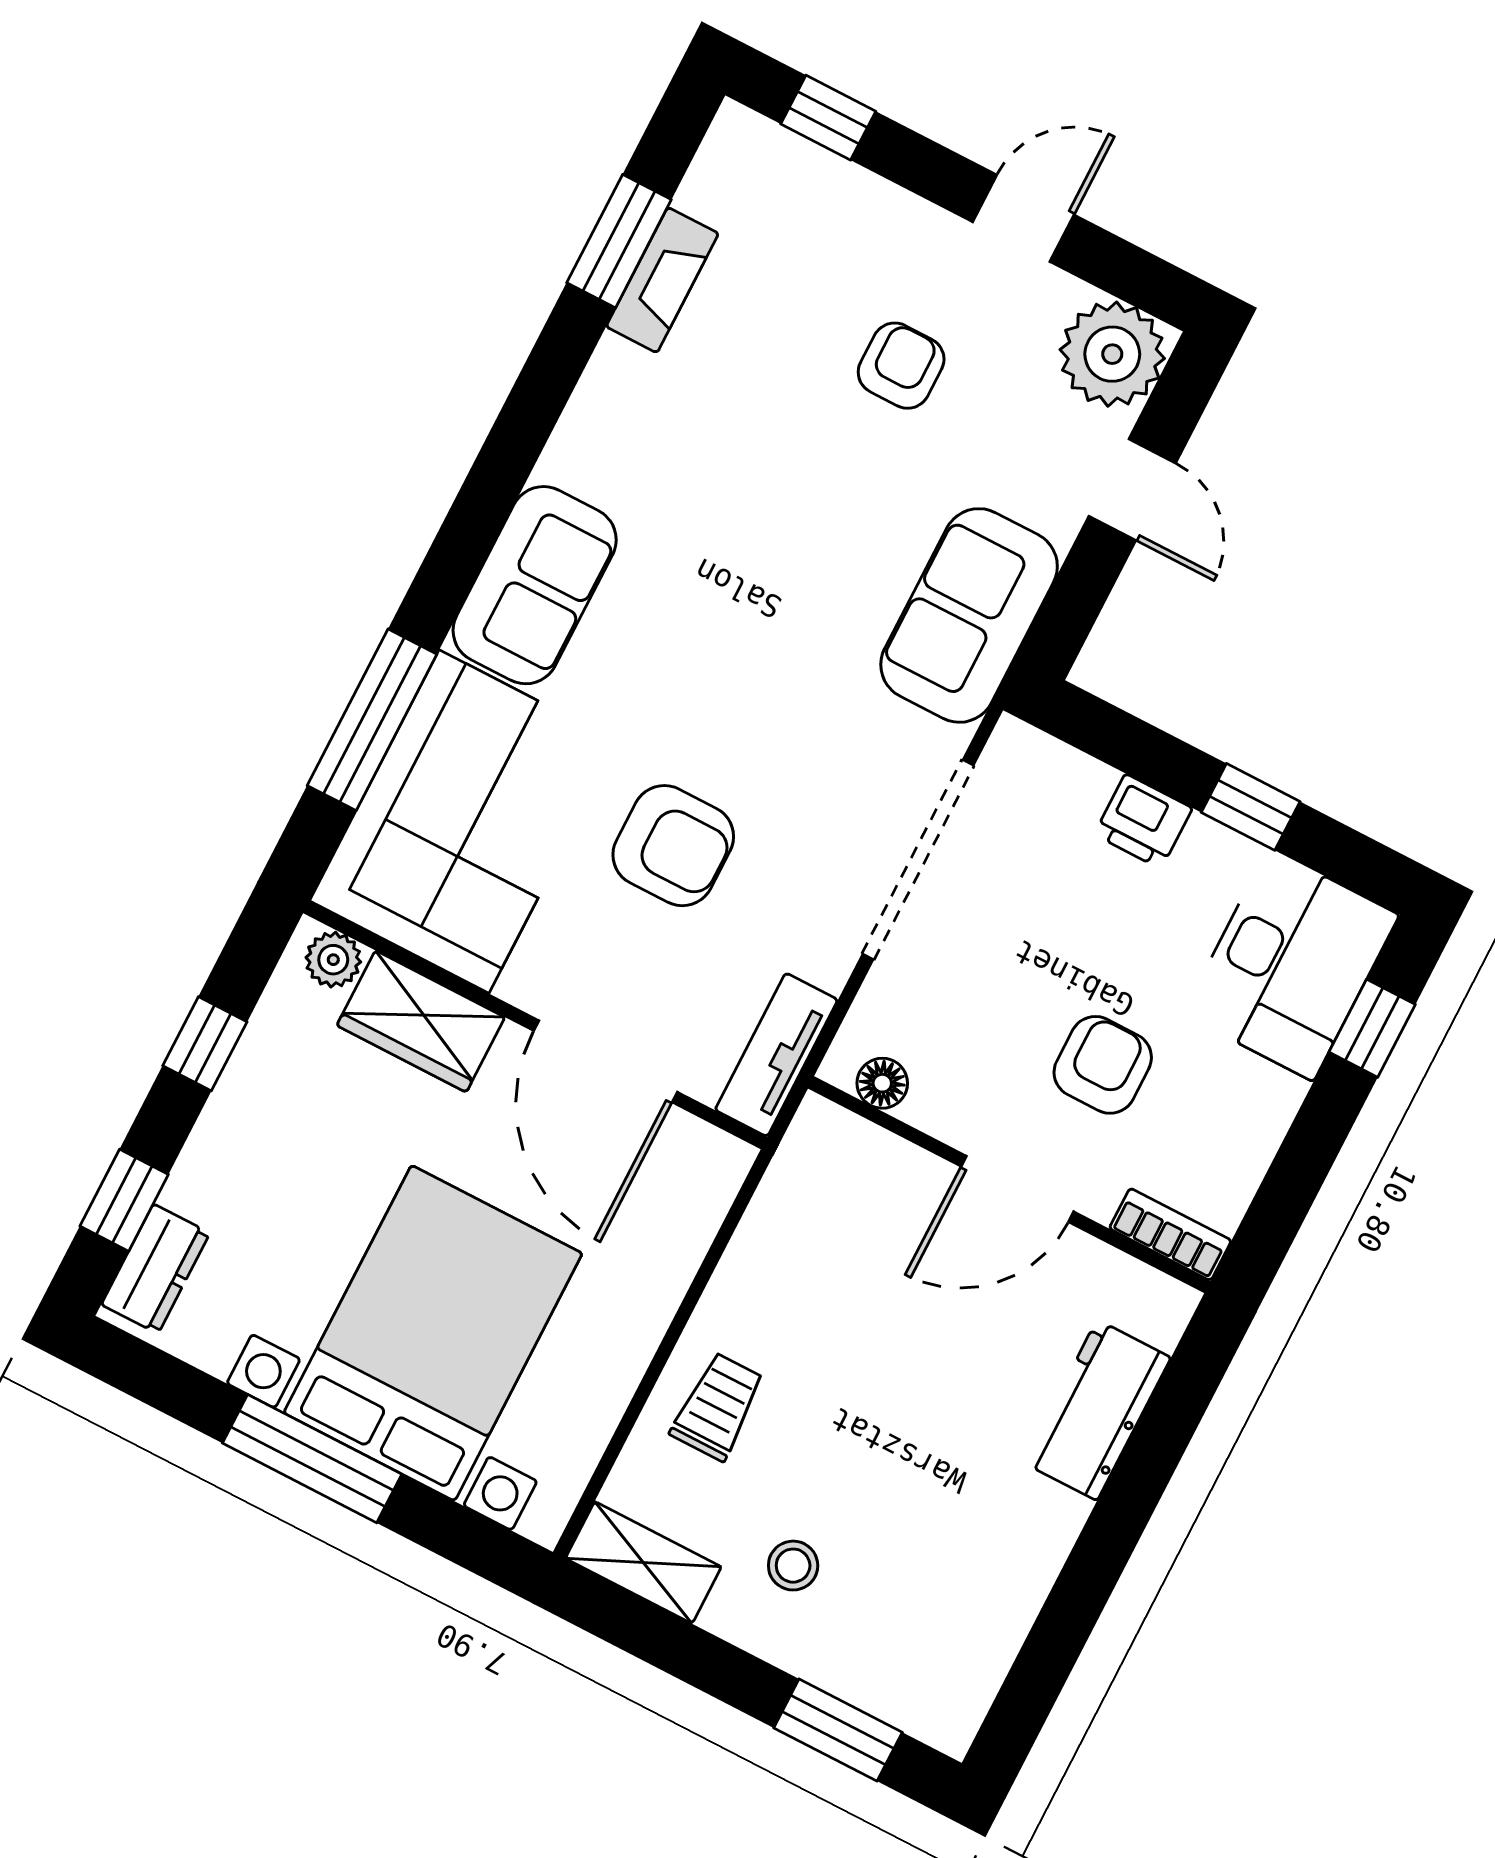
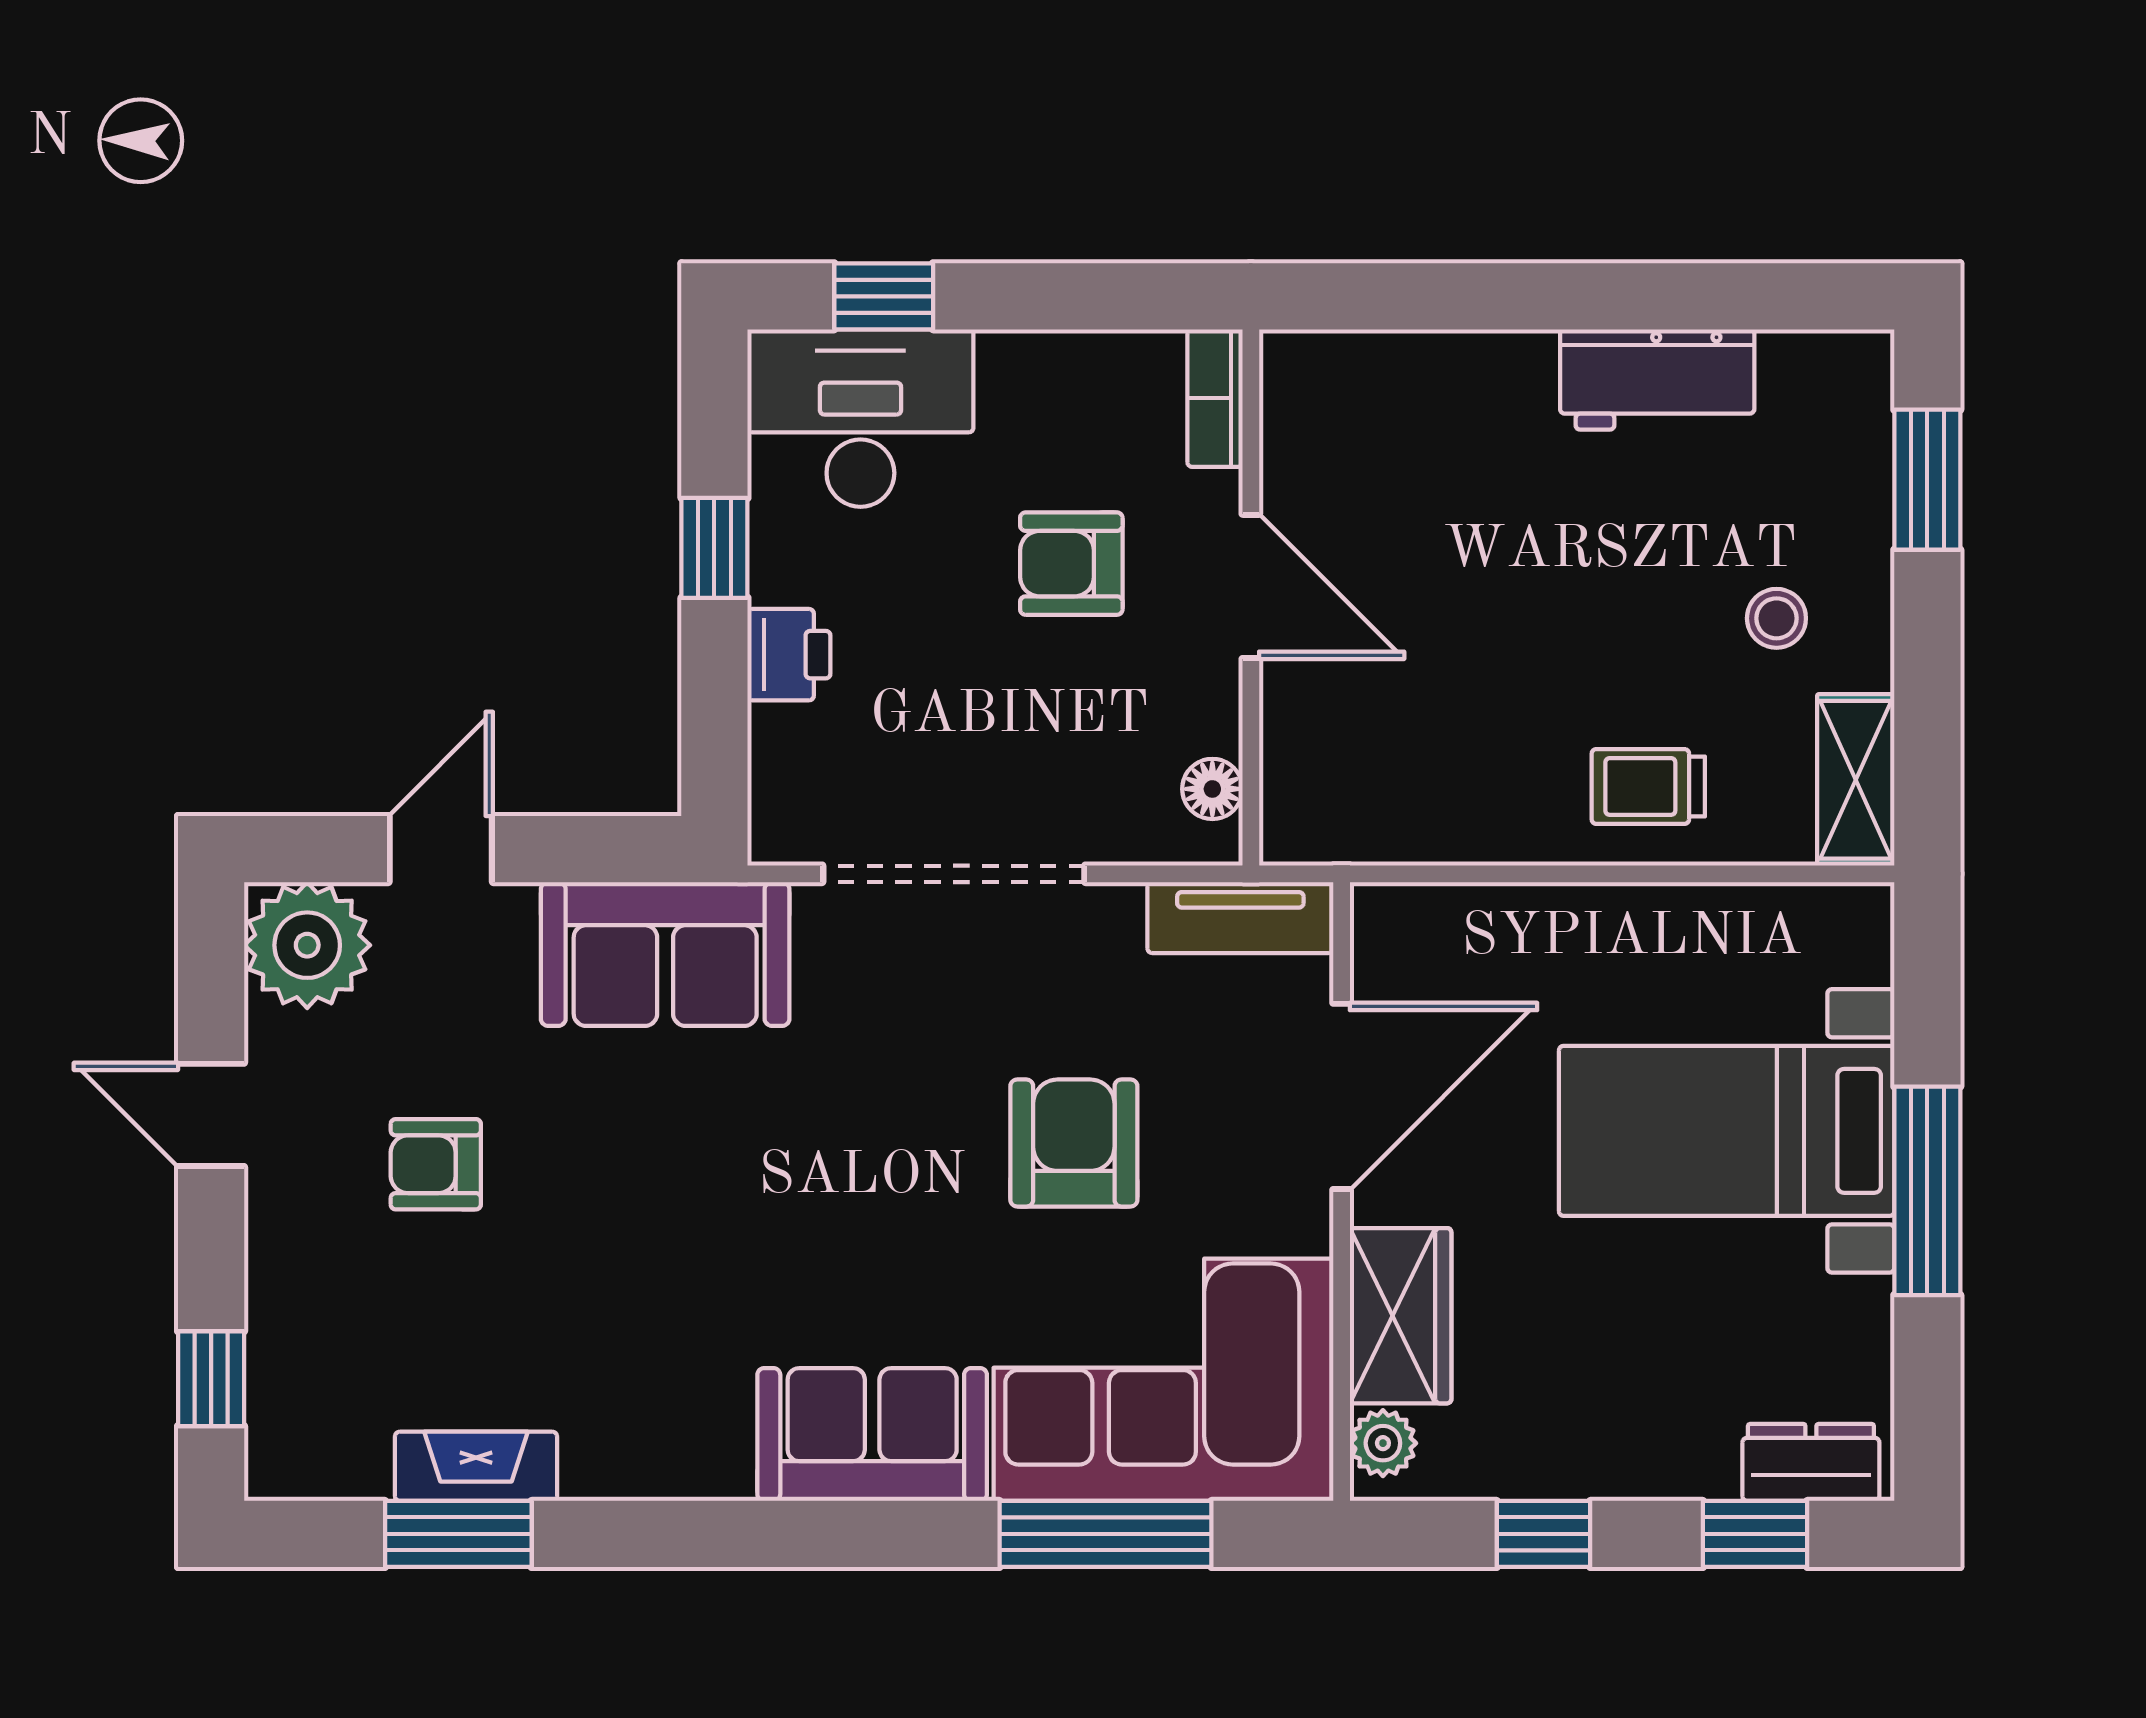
bed with nightstands: (433, 1333) -> (1727, 1131), width x0.73
workbench: (1097, 1410) -> (1657, 379), moved

